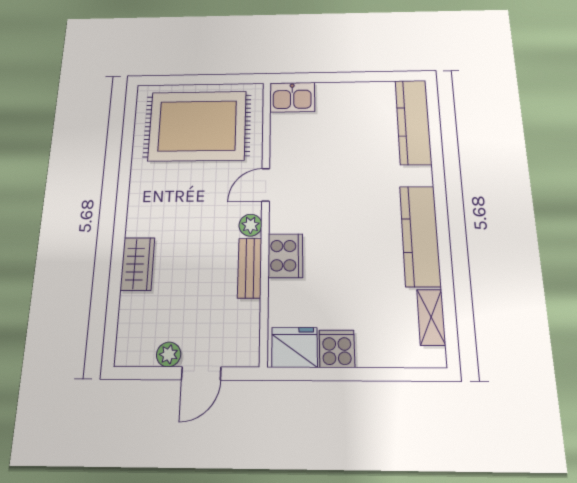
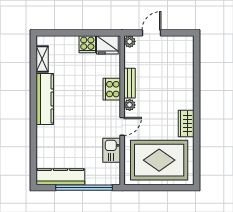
window: (337, 77) -> (84, 188), added
kitchen sink: (292, 97) -> (112, 150), moved, turned -90
kitchen counter: (413, 122) -> (60, 177), moved, turned -90
wardrobe: (137, 264) -> (186, 124), moved
plant: (169, 354) -> (130, 42), moved

